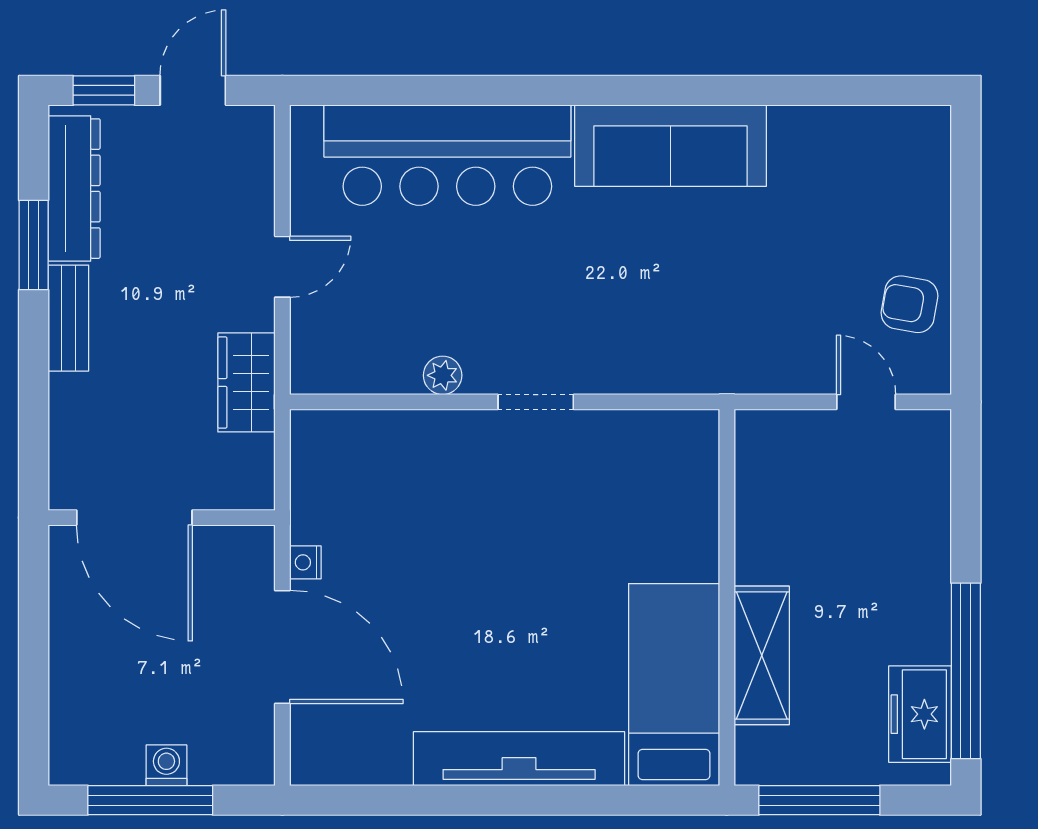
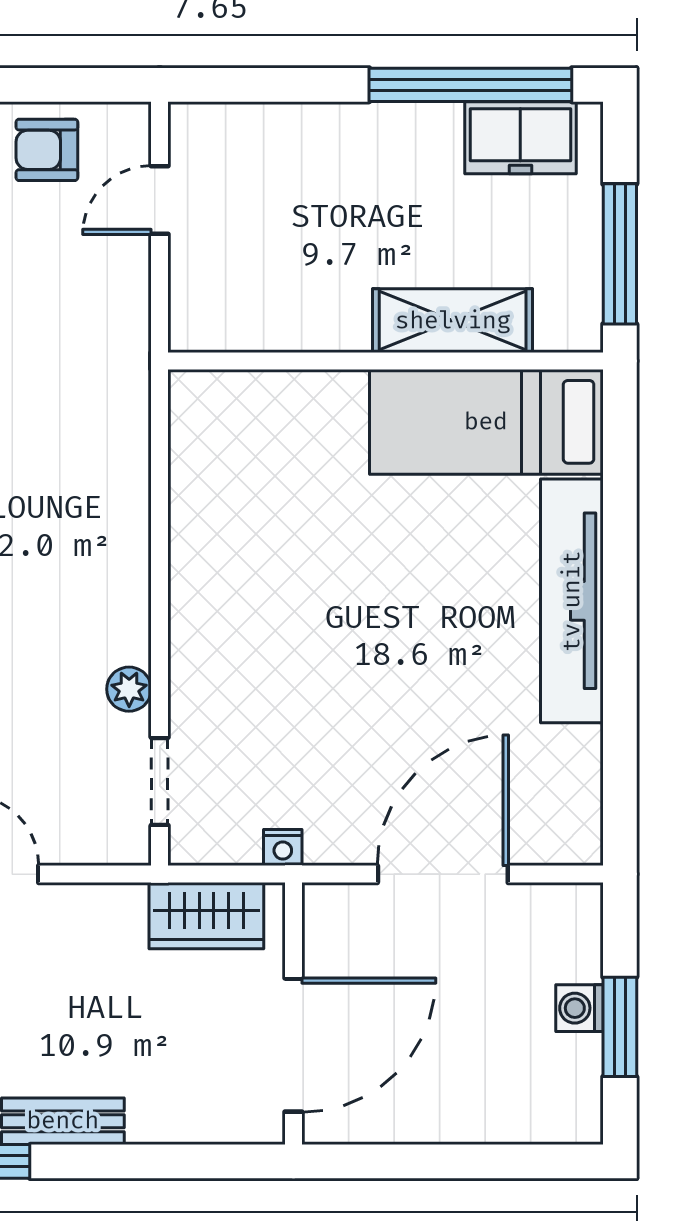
armchair: (909, 304) -> (47, 150), turned 80
wardrobe: (246, 382) -> (206, 916), moved
doorway: (536, 402) -> (160, 781), moved
nightstand: (305, 562) -> (283, 848), moved
window: (150, 800) -> (620, 1027), width x0.69

